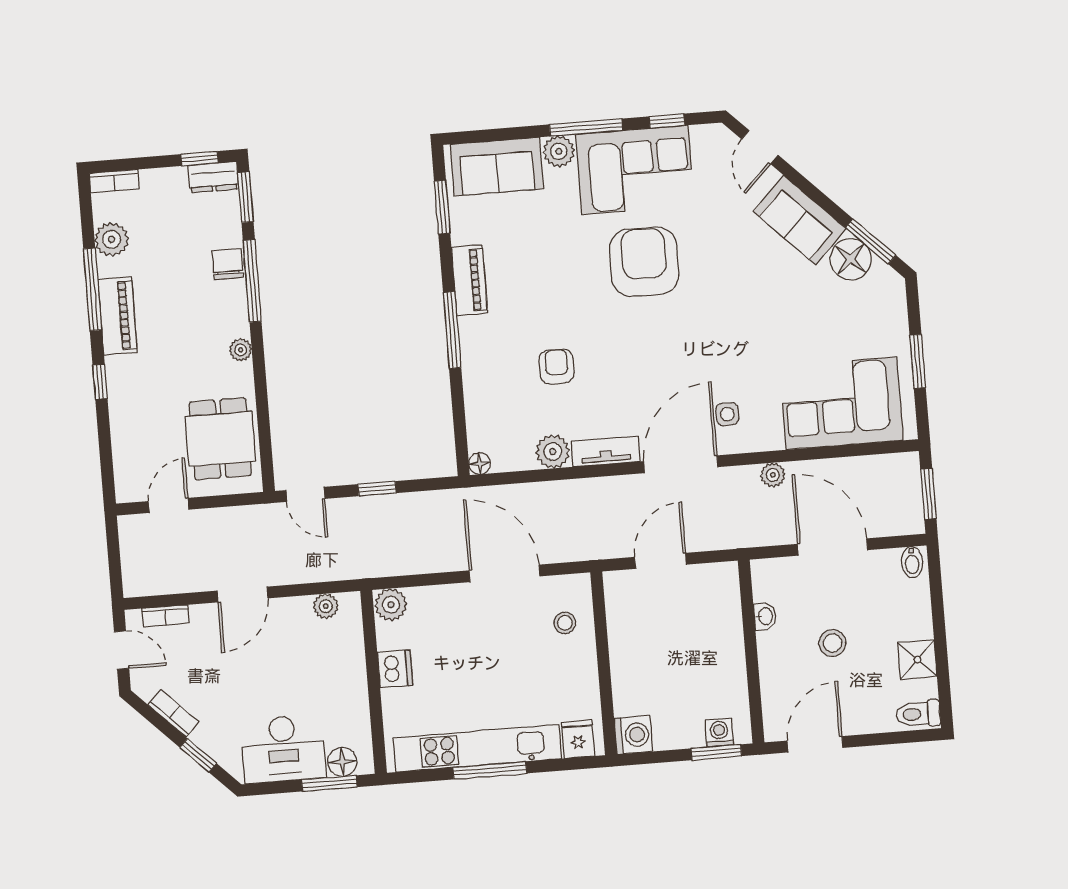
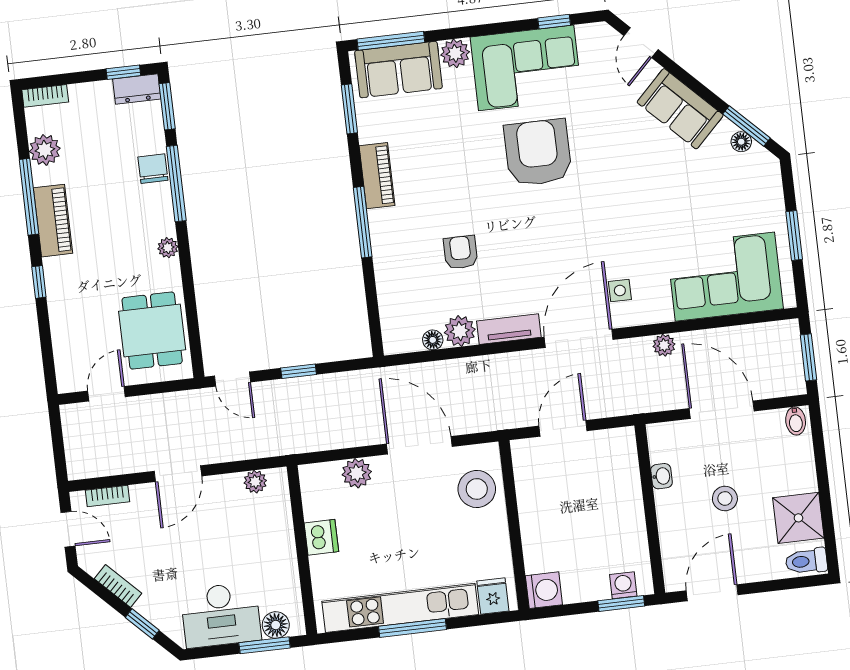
window: (586, 127) -> (391, 41), moved
floor lamp: (851, 259) -> (741, 142), width x0.53, depth x0.53
floor lamp: (480, 464) -> (433, 340), moved
plant: (391, 605) -> (357, 473), moved
stool: (565, 623) -> (477, 489), width x1.89, depth x1.89
shower: (917, 660) -> (798, 518), width x1.36, depth x1.36

